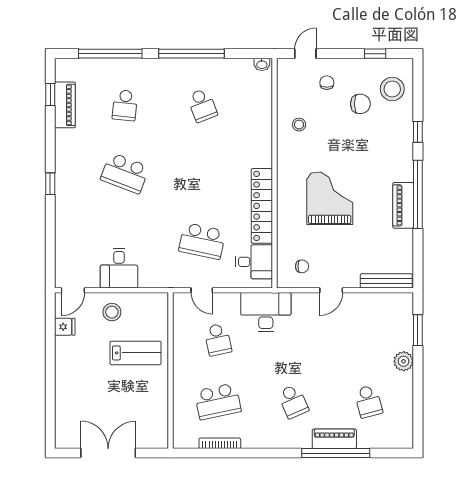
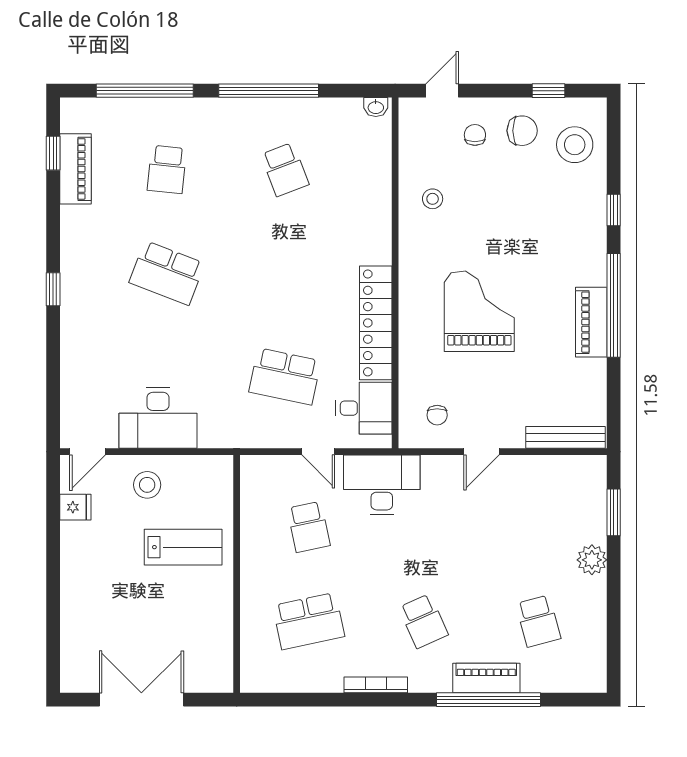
chair: (360, 104) -> (522, 131), moved
chair: (302, 266) -> (437, 415), turned 90
desk: (119, 268) -> (158, 418), width x1.37
door: (202, 290) -> (318, 452), moved
bookcase: (220, 443) -> (376, 685), moved

